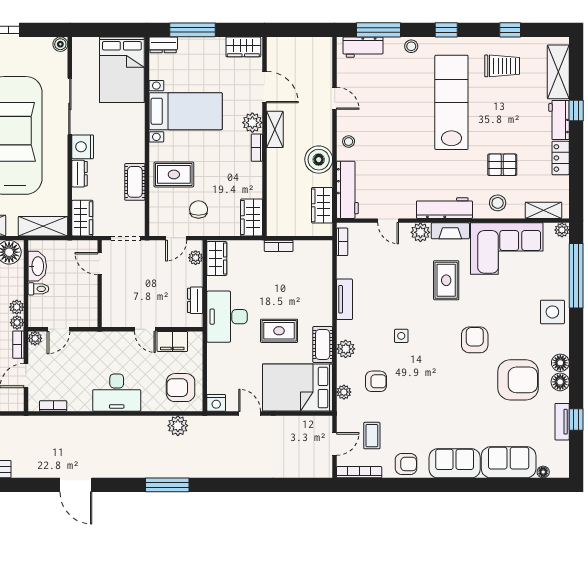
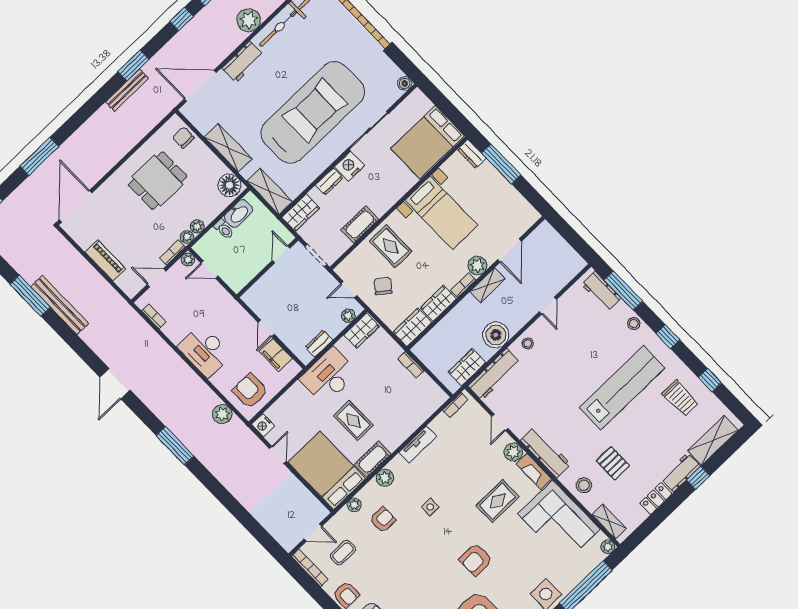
wardrobe: (243, 47) -> (438, 303), moved, turned 90
chair: (199, 209) -> (383, 286), turned -52
armchair: (475, 340) -> (476, 560), turned 180
armchair: (376, 381) -> (383, 520), turned -90

